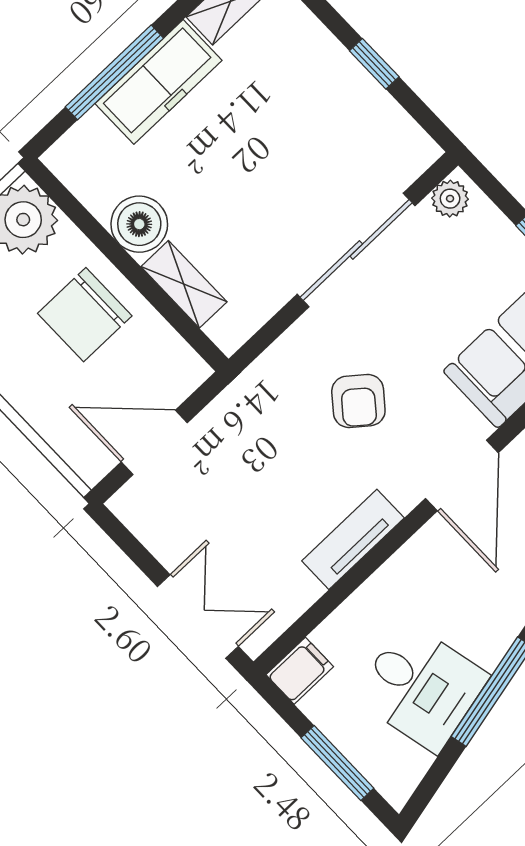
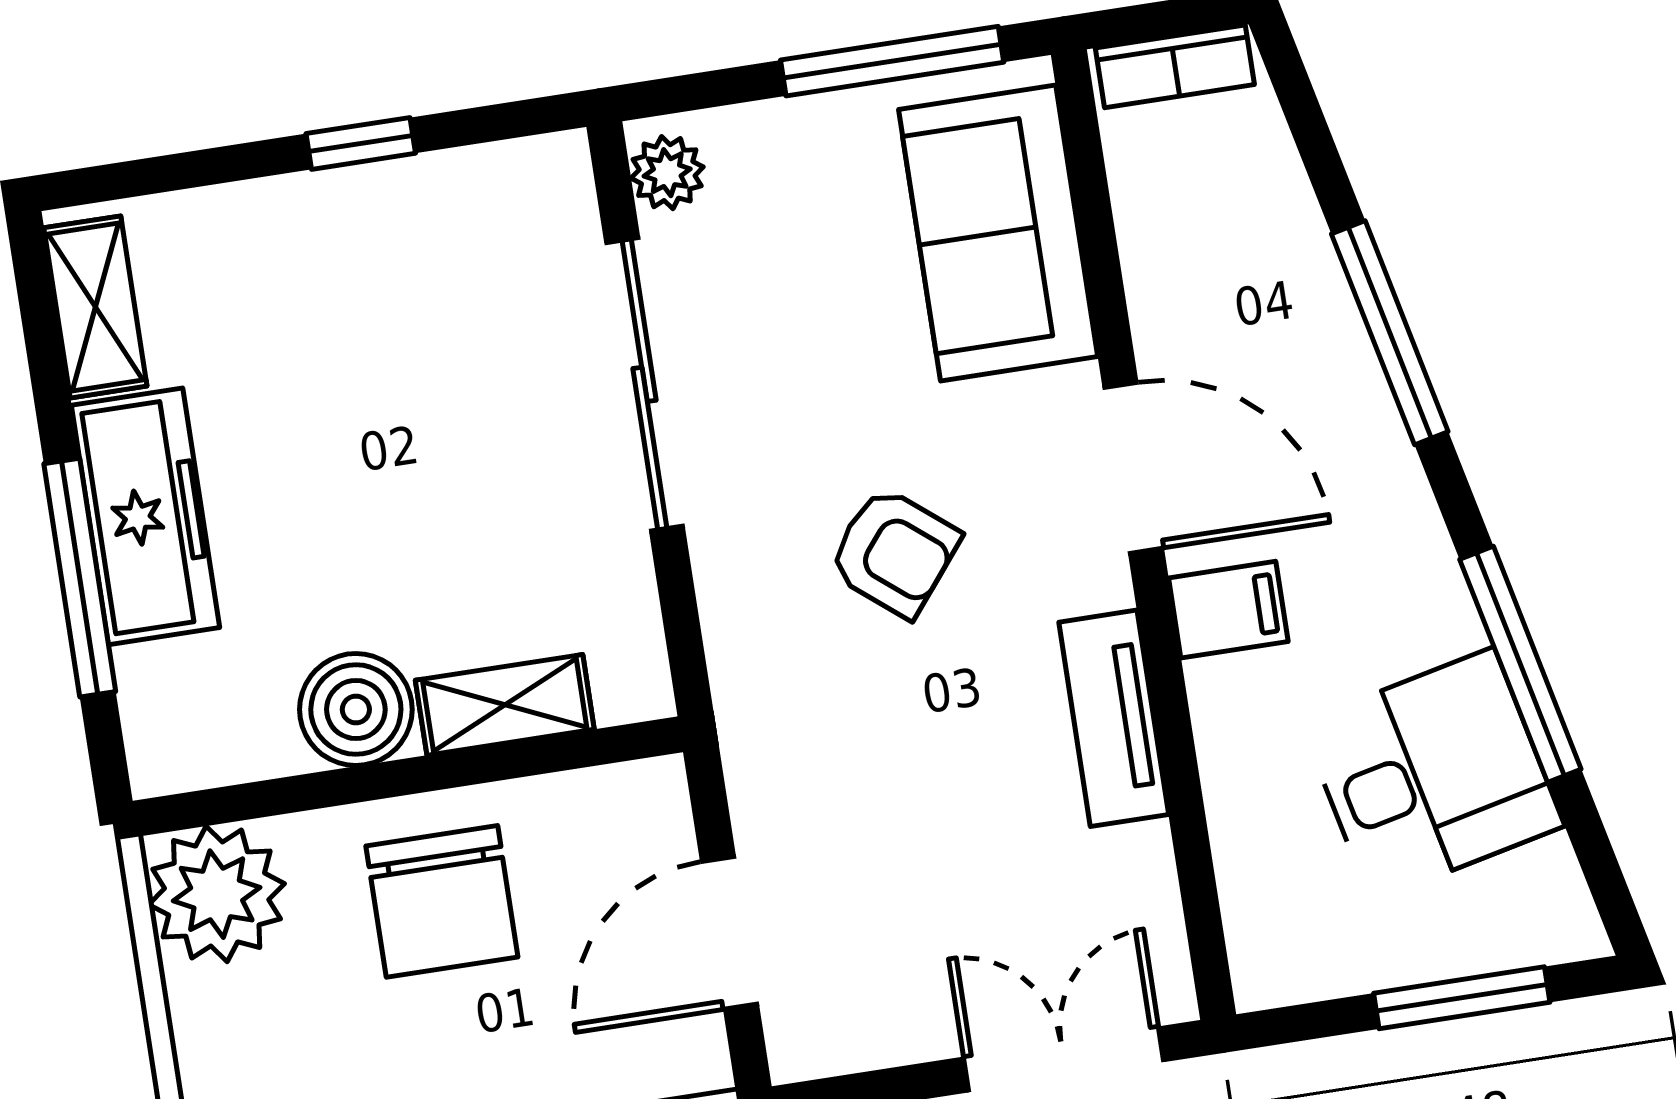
filing cabinet: (300, 671) -> (1228, 610), moved, turned 90

